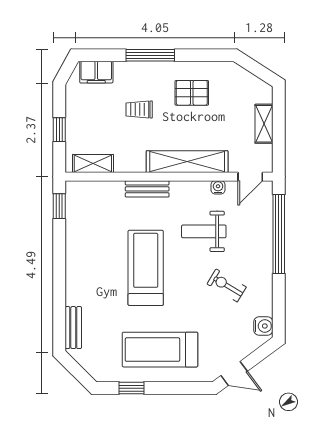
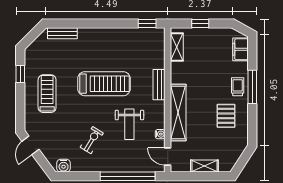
trolley: (139, 109) -> (238, 87), moved
weight bench: (204, 231) -> (129, 124), turned 180
treadmill: (160, 350) -> (47, 94), width x0.73, depth x0.73

